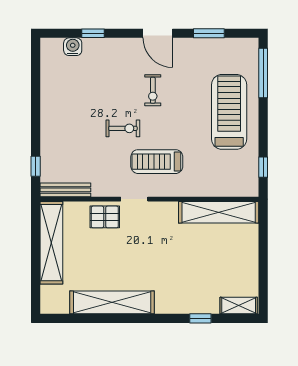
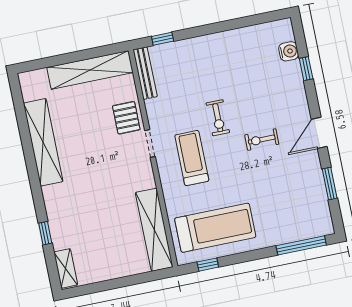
treadmill: (229, 112) -> (215, 228), moved

